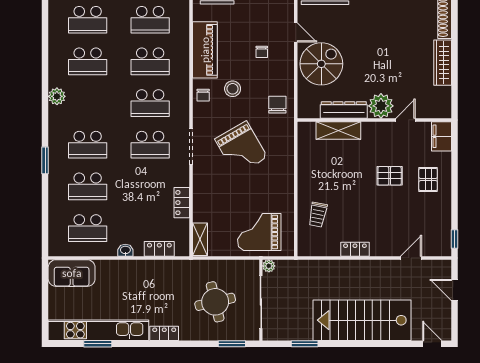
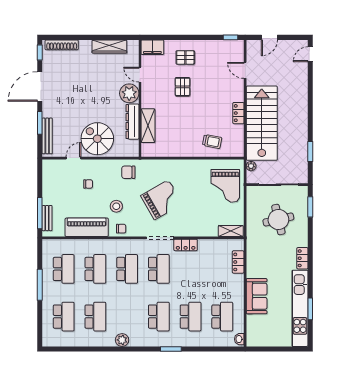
wardrobe: (443, 63) -> (109, 46), moved
locker: (182, 203) -> (186, 245), moved
washbasin: (125, 250) -> (239, 339), moved
plant: (269, 266) -> (251, 166), moved
sofa: (72, 273) -> (257, 296), moved
stairs: (362, 320) -> (262, 123), moved, turned 180

